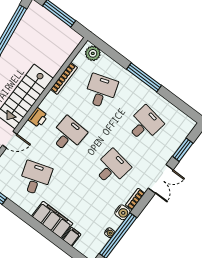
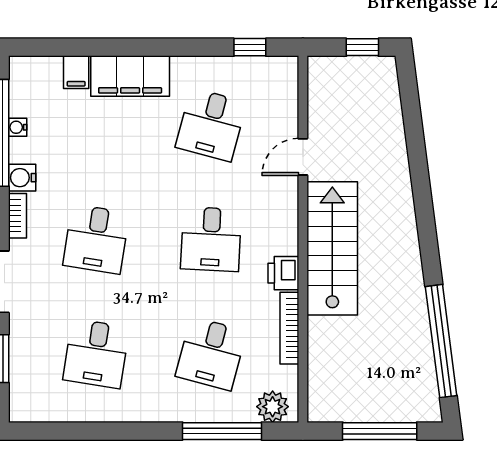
window: (144, 77) -> (222, 431), moved
desk: (101, 91) -> (211, 354), turned 33
printer: (38, 118) -> (283, 273), moved
desk: (35, 178) -> (211, 125), turned 33

